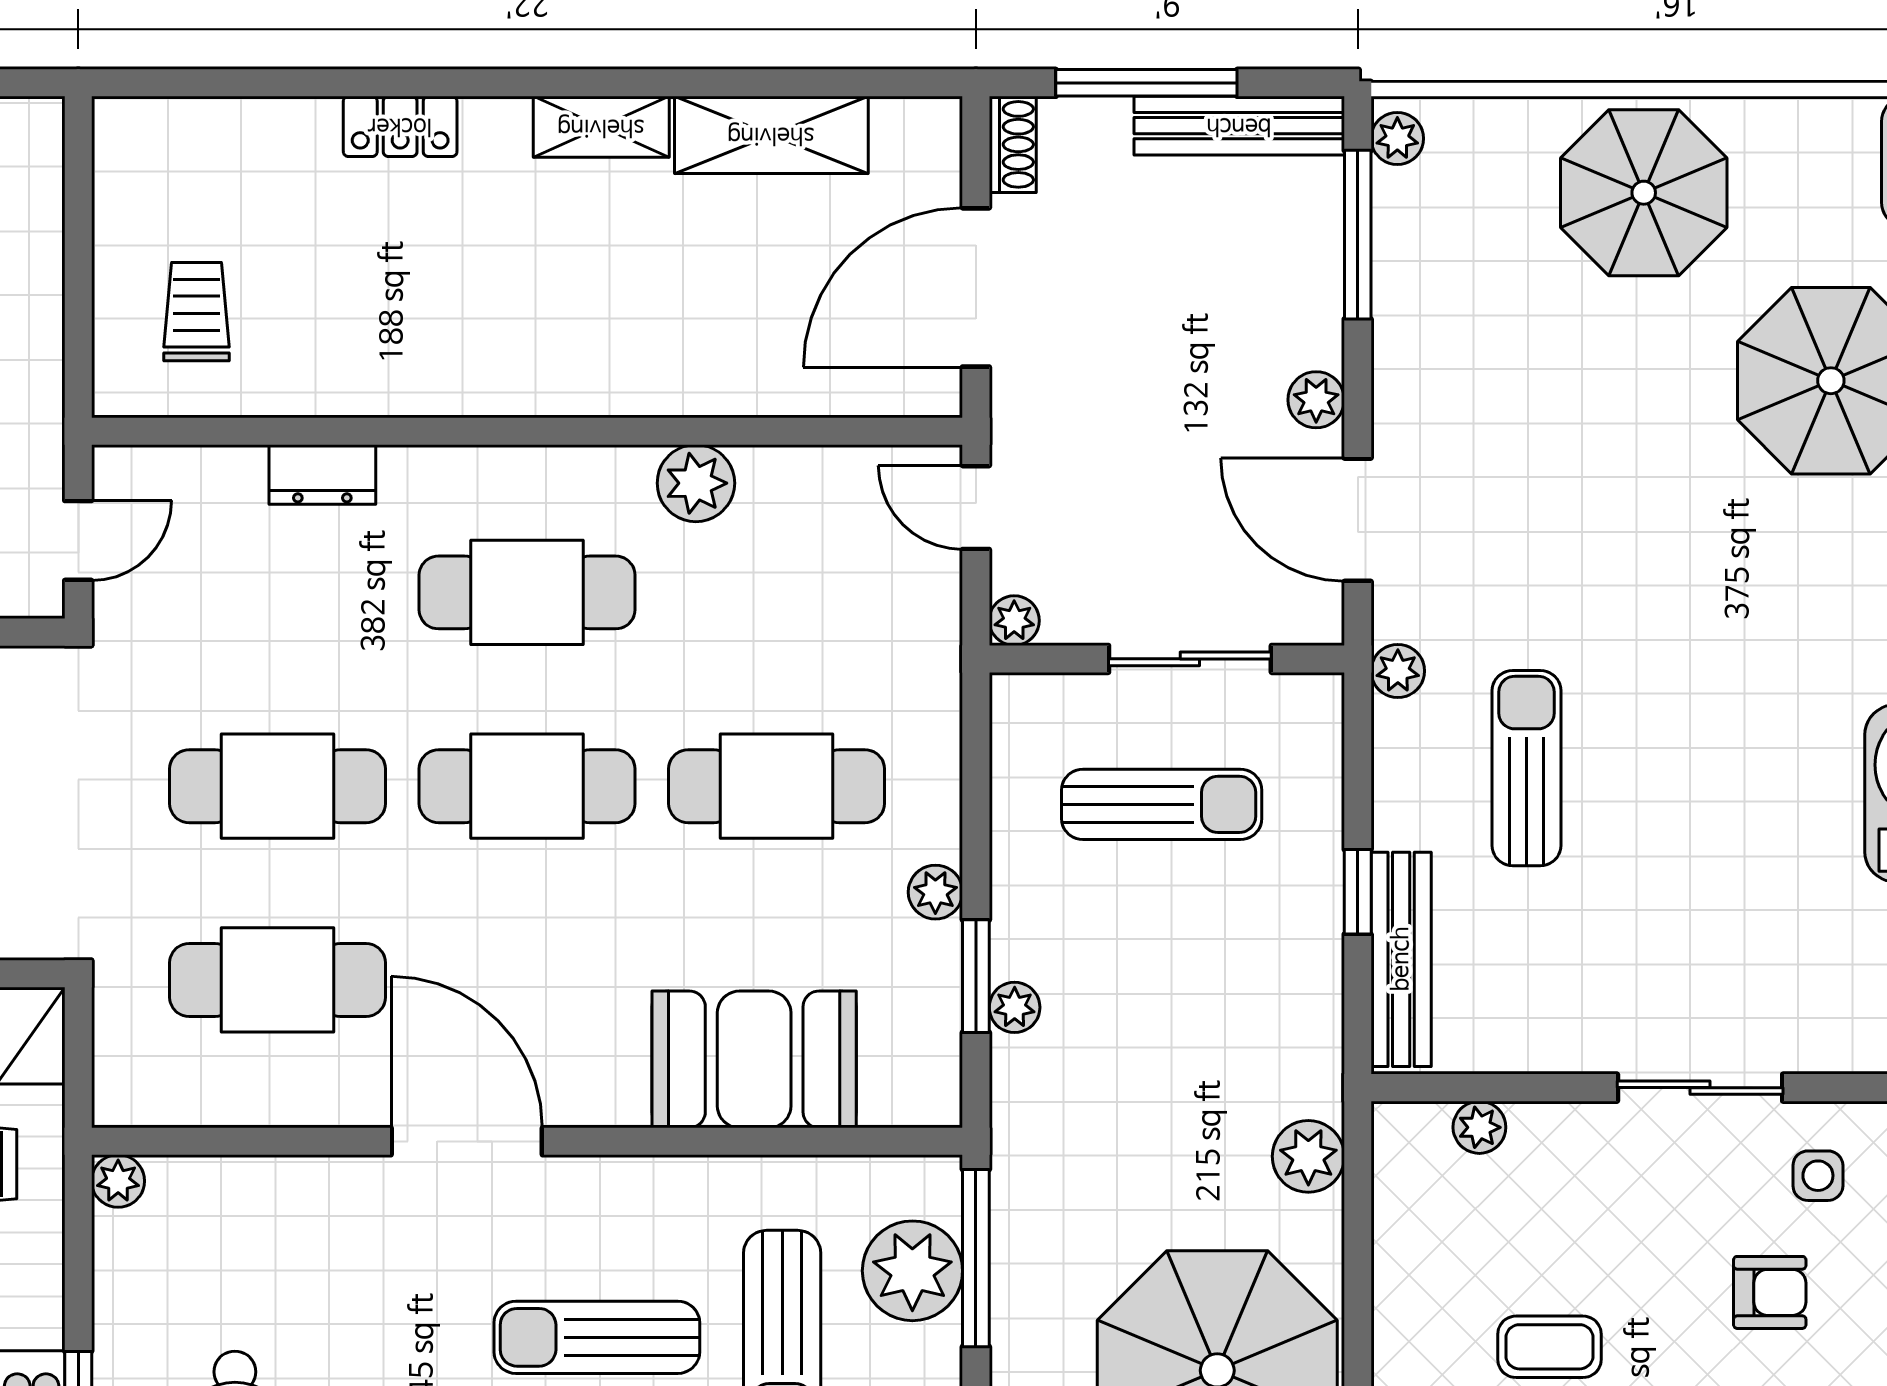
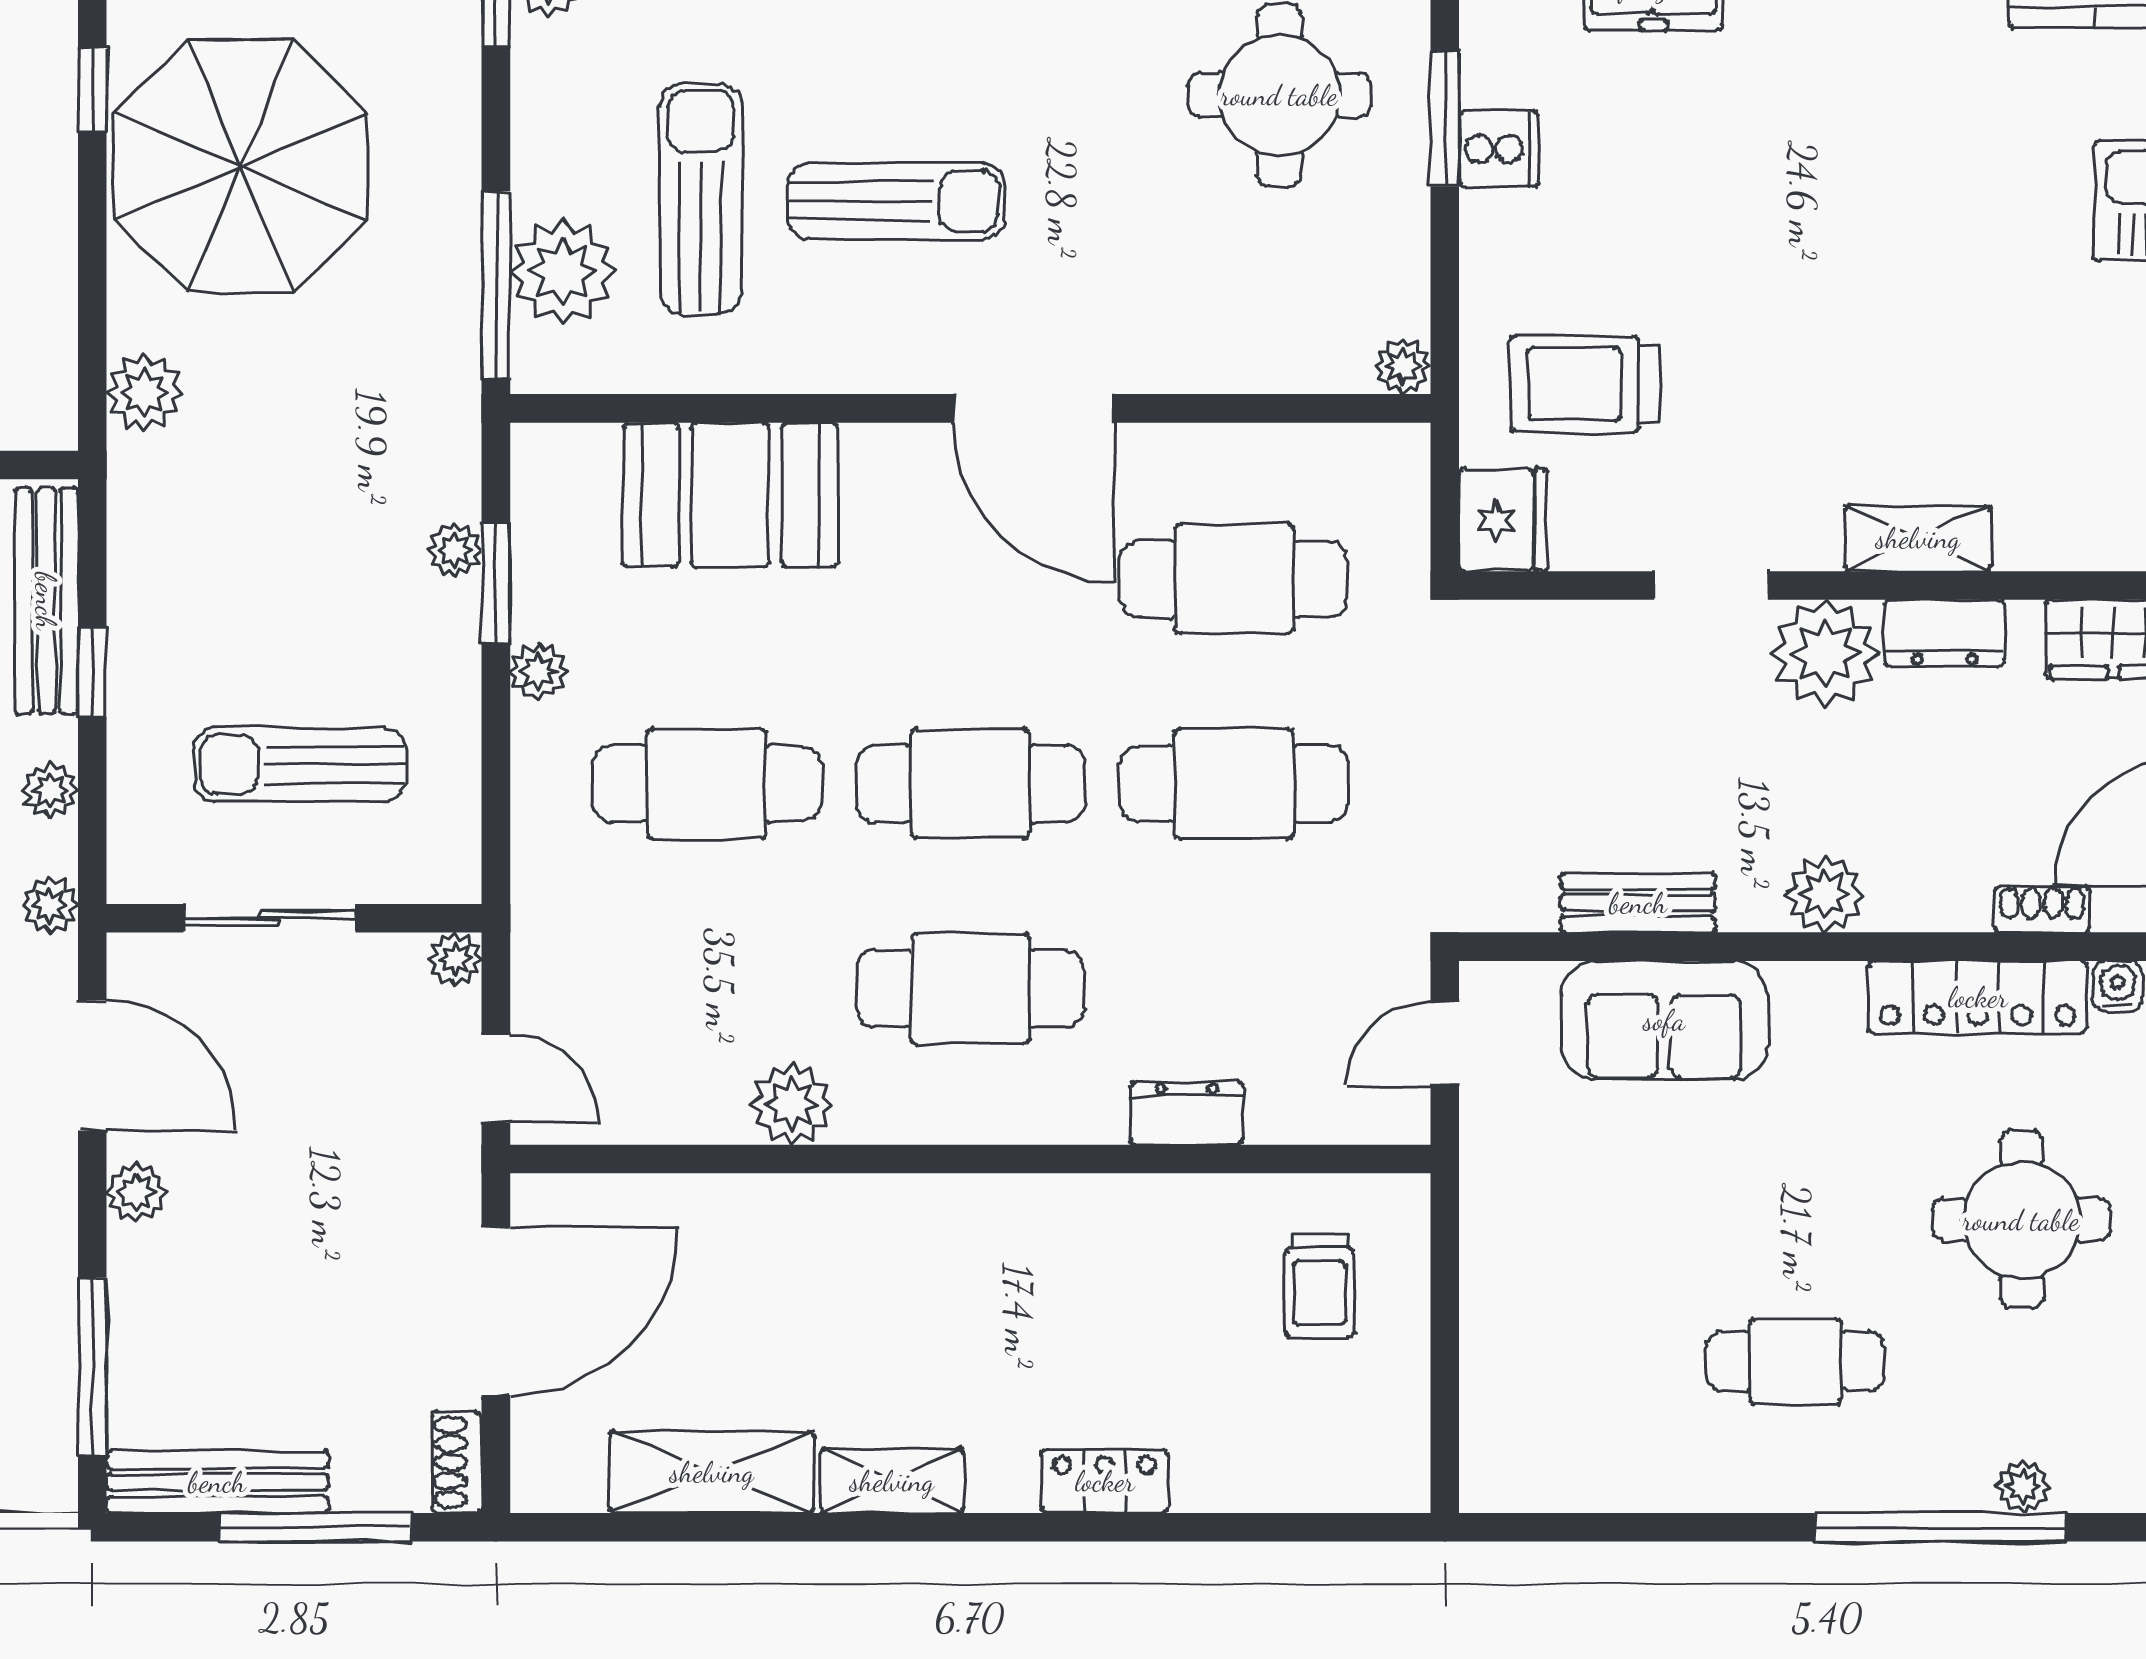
plant: (1397, 138) -> (50, 790), moved

